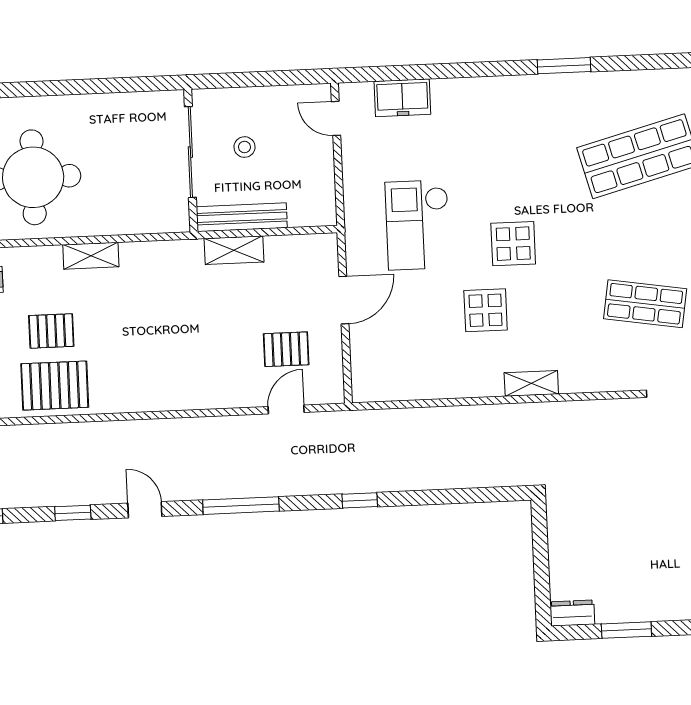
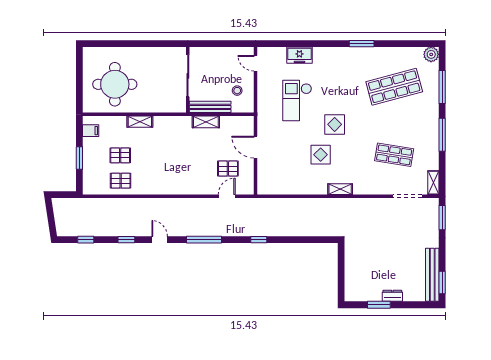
freezer: (402, 98) -> (299, 55), moved
stool: (244, 147) -> (237, 91), moved
checkout: (418, 225) -> (297, 100), moved
door: (344, 300) -> (255, 147), swing flipped
pallet: (55, 386) -> (121, 181), width x0.67, depth x0.71
dresser: (572, 613) -> (392, 296), moved

